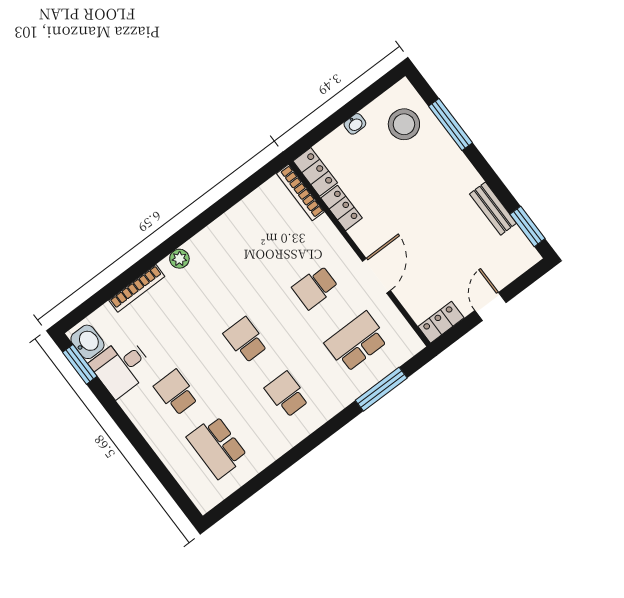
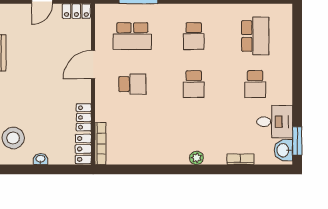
bookcase: (137, 288) -> (240, 159), width x0.64

